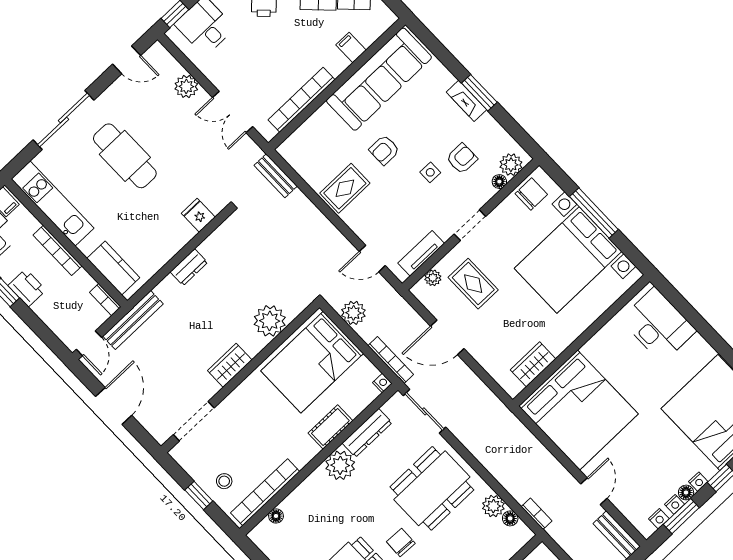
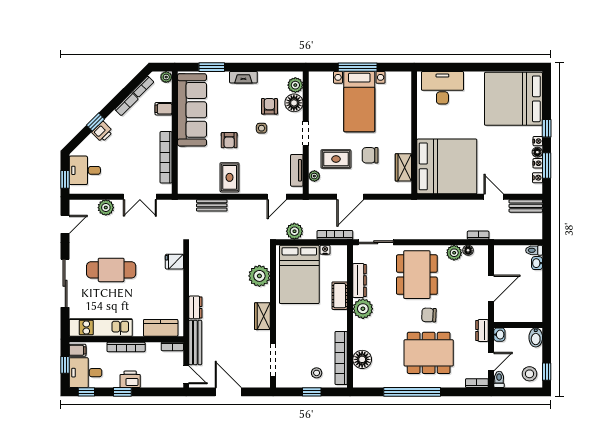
plant: (388, 18) -> (166, 77), added
window: (479, 93) -> (212, 67), moved
bench: (276, 176) -> (212, 205), moved
floor lamp: (499, 182) -> (294, 103), width x1.89, depth x1.89
chair: (531, 194) -> (370, 155), moved, turned -90
bed with nightstands: (568, 260) -> (359, 102), width x0.73
dresser: (189, 267) -> (195, 307), moved
nightstand: (382, 383) -> (325, 250), moved
floor lamp: (276, 516) -> (362, 359), width x1.89, depth x1.89

